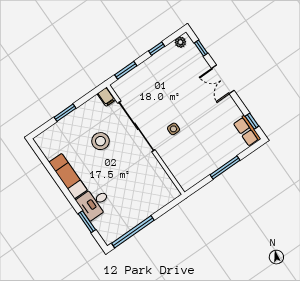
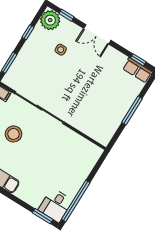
plant: (180, 42) -> (50, 20), width x1.88, depth x1.88
side table: (173, 129) -> (61, 50), moved
desk: (94, 203) -> (55, 205), moved
window: (87, 222) -> (43, 216), moved

